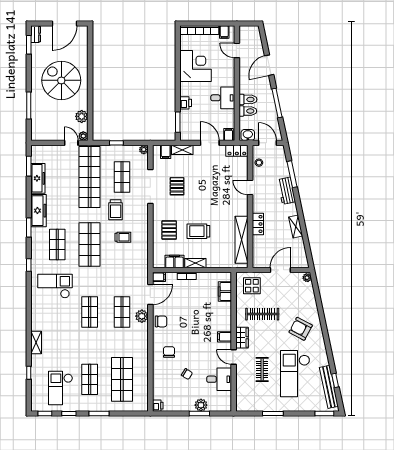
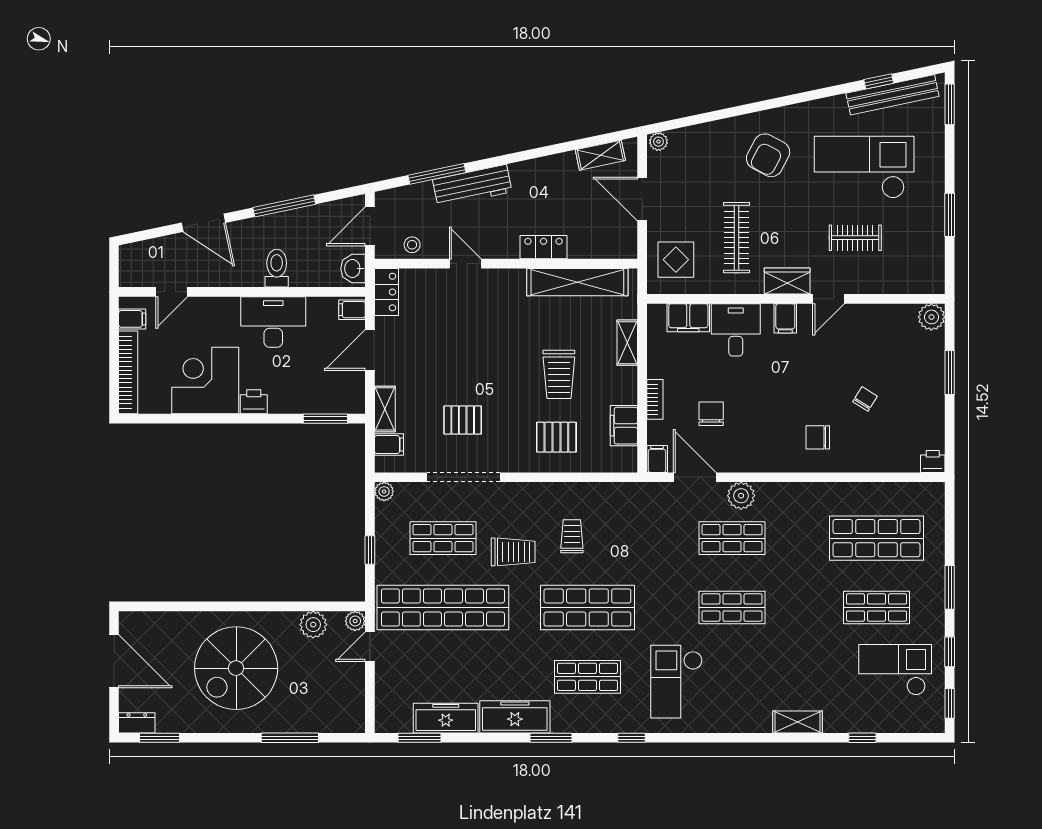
desk: (223, 98) -> (273, 322), width x1.37
printer: (186, 103) -> (254, 402), moved
toilet: (248, 111) -> (301, 268), removed
door: (250, 187) -> (465, 264), swing flipped
workbench: (286, 191) -> (472, 186), width x1.37
shelving: (296, 227) -> (600, 155), moved
shelving: (195, 263) -> (627, 343), moved
chair: (161, 321) -> (711, 414), moved
checkout: (295, 374) -> (864, 167), turned 180
desk: (219, 379) -> (736, 330), moved
checkout: (61, 388) -> (895, 670), turned 180
plant: (201, 405) -> (931, 317), moved

